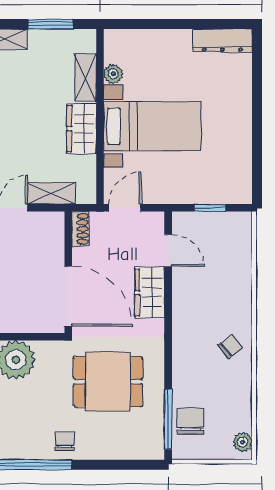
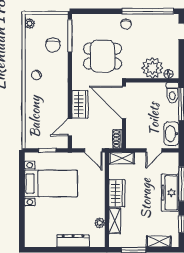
dresser: (222, 41) -> (73, 241), moved
bed with nightstands: (152, 126) -> (51, 184), moved, turned 180
shelving: (52, 193) -> (122, 158), moved
door: (125, 208) -> (93, 150), hinge flipped
door: (168, 250) -> (70, 127), hinge flipped
chair: (191, 421) -> (53, 45), moved

